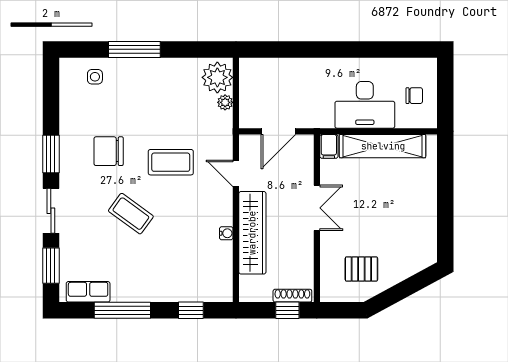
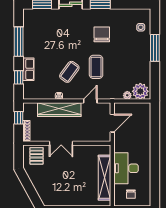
door: (278, 131) -> (112, 123), swing flipped
filing cabinet: (329, 146) -> (104, 149), removed
double door: (317, 208) -> (61, 143), moved
coffee table: (131, 214) -> (69, 72), moved
pallet: (361, 269) -> (37, 156), moved
row of seats: (88, 292) -> (28, 69), moved
window: (287, 310) -> (19, 118), moved

